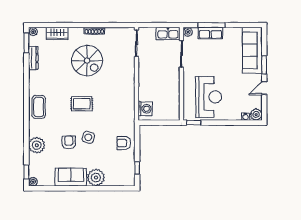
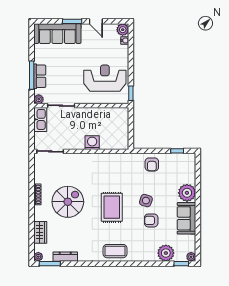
rug: (82, 104) -> (112, 207), width x1.36, depth x1.43
washing machine: (145, 109) -> (92, 143), moved
plant: (37, 145) -> (166, 253), moved

